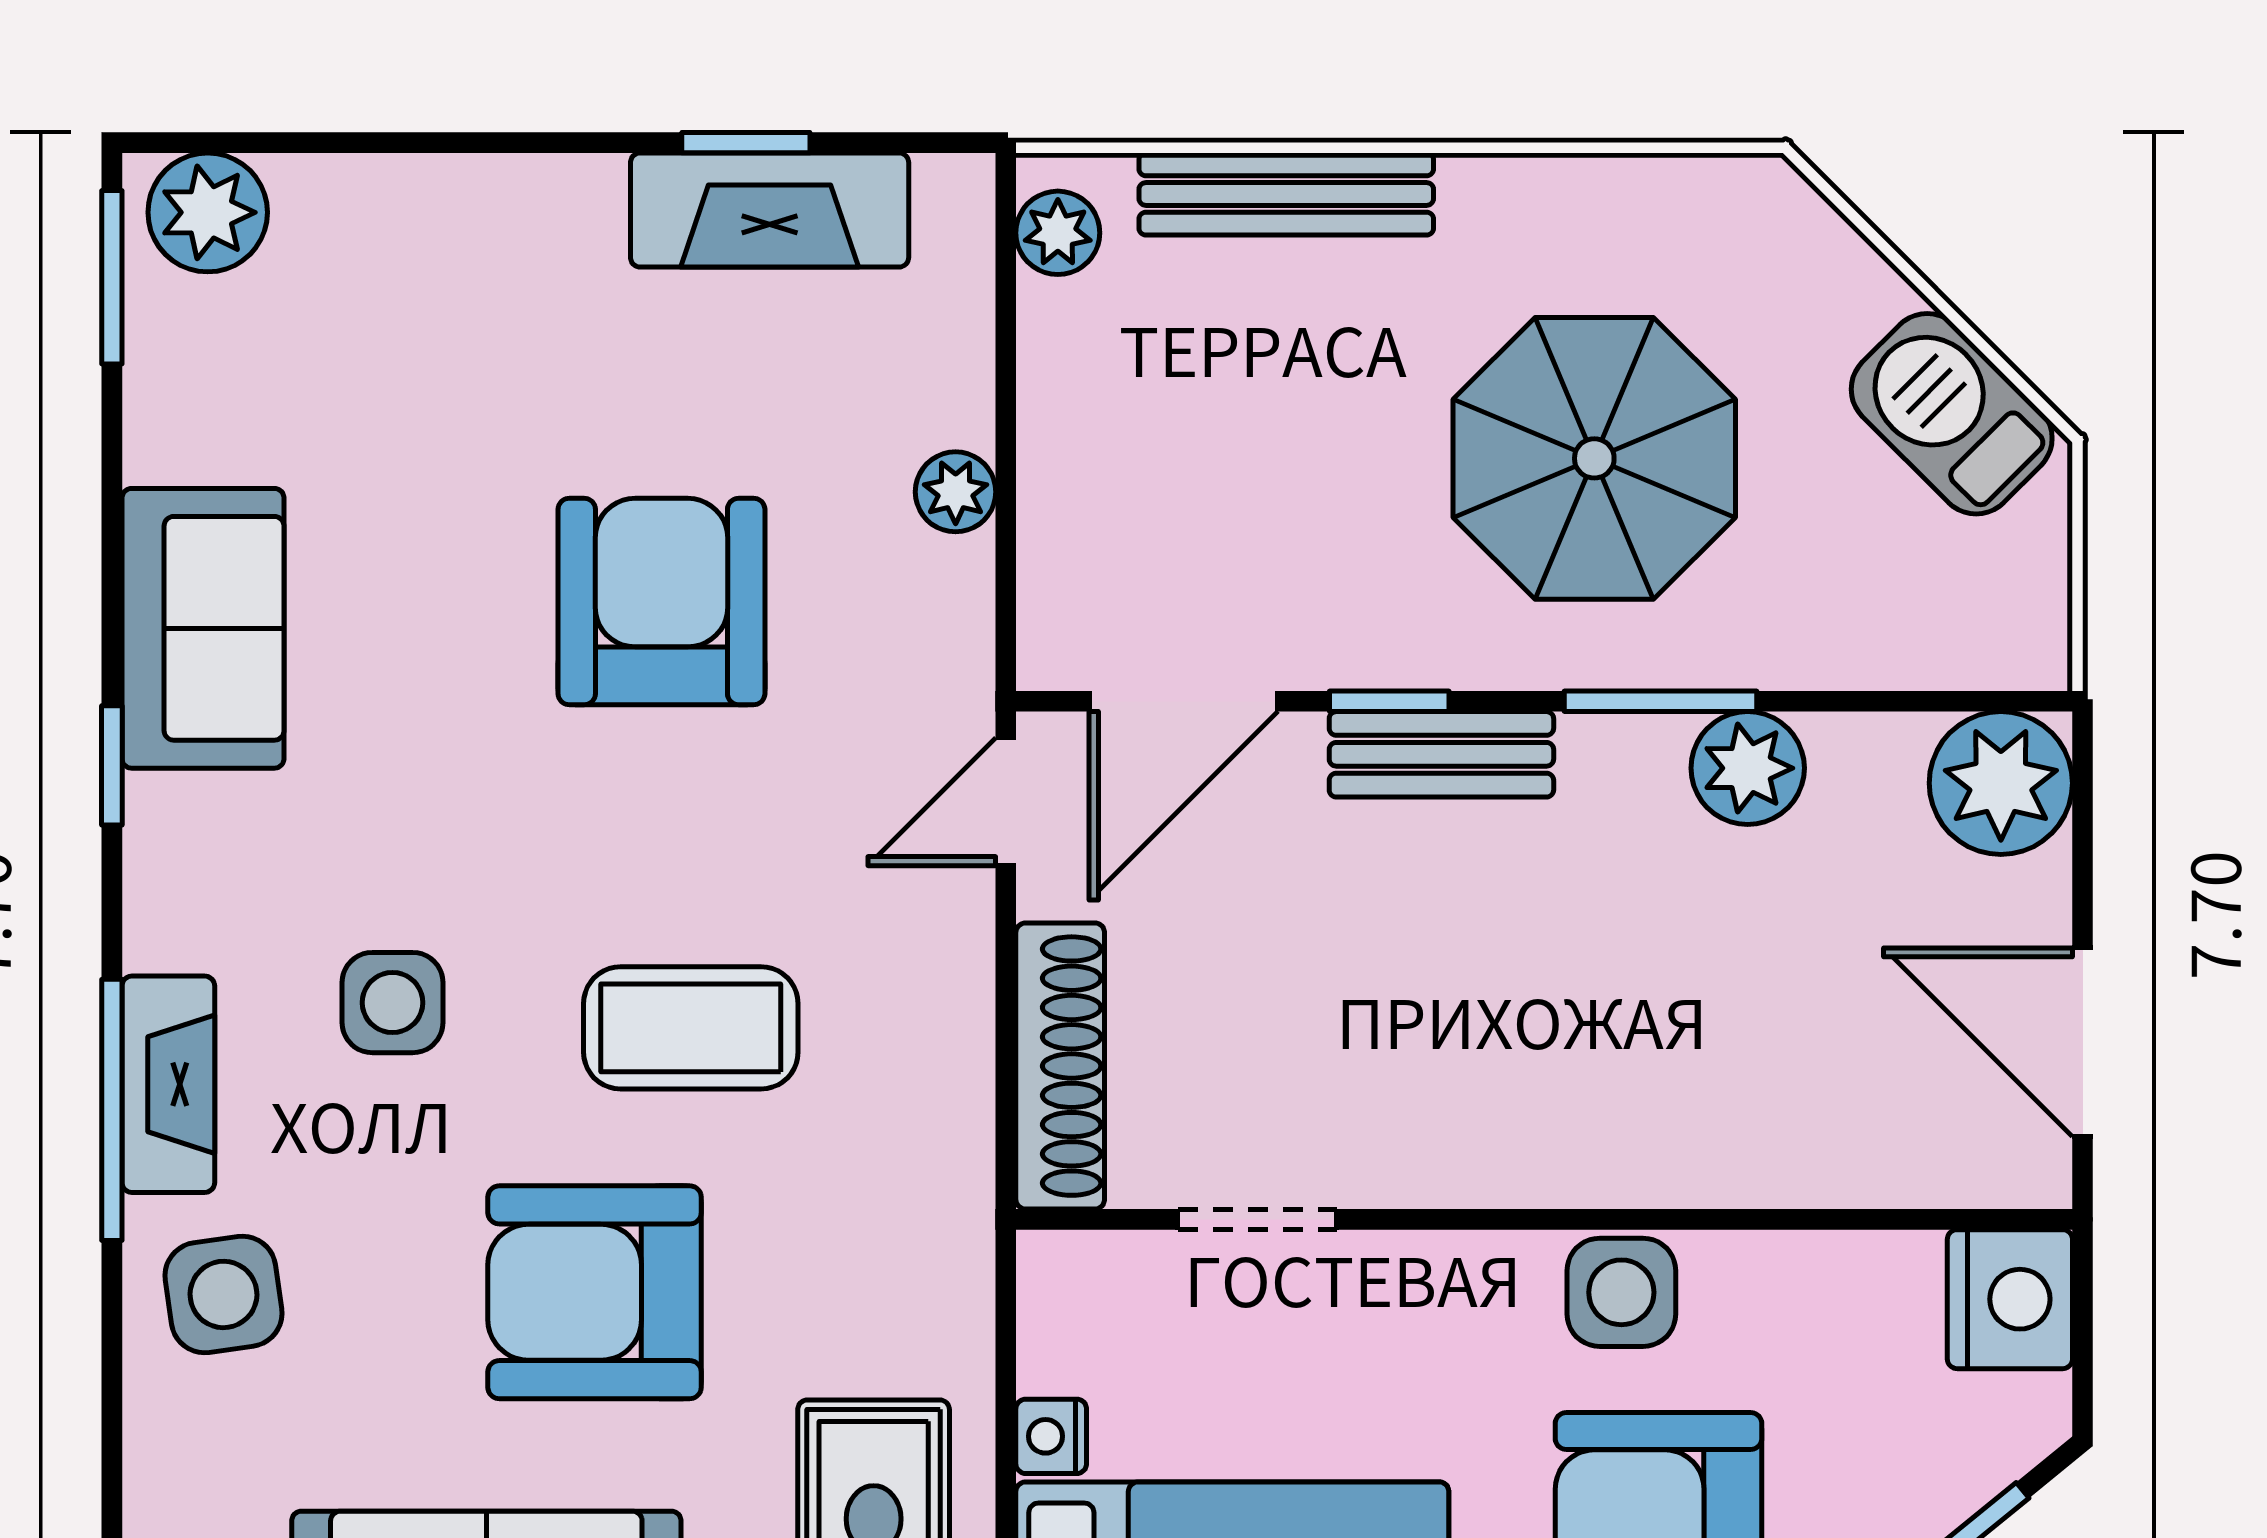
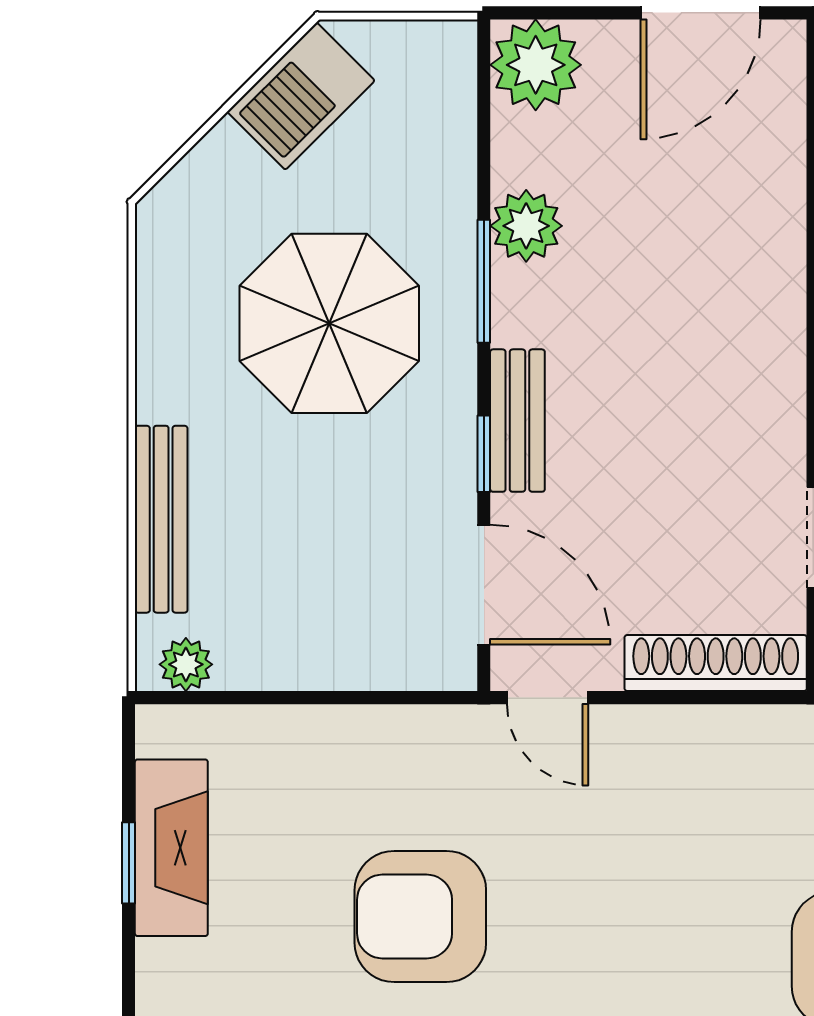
plant: (956, 492) -> (351, 730), removed
coffee table: (691, 1028) -> (691, 898), removed

